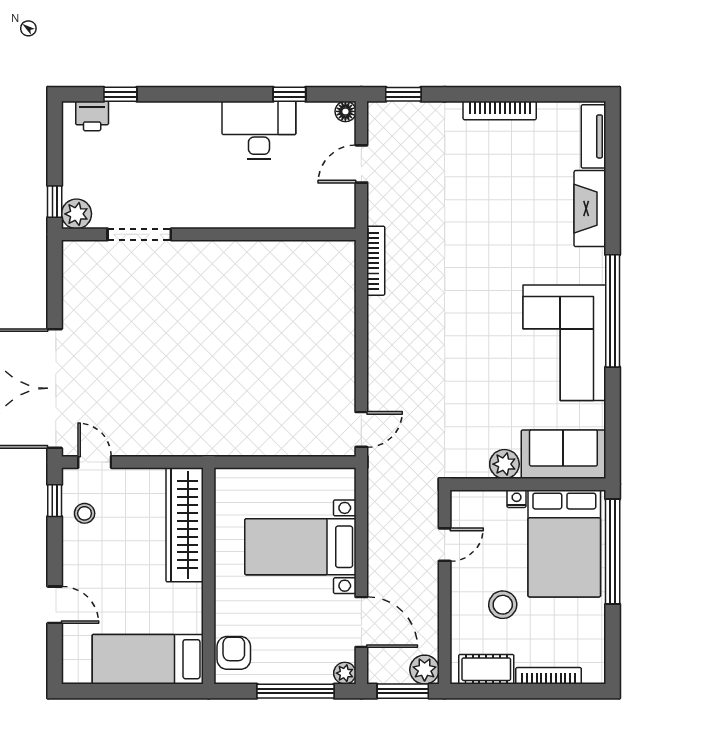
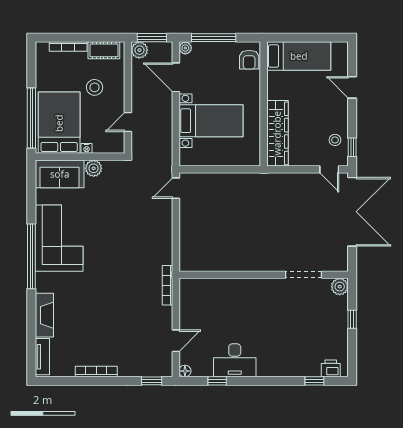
plant: (76, 214) -> (340, 287), moved
doorway: (139, 234) -> (303, 275), moved
wall: (209, 234) -> (264, 275), moved

